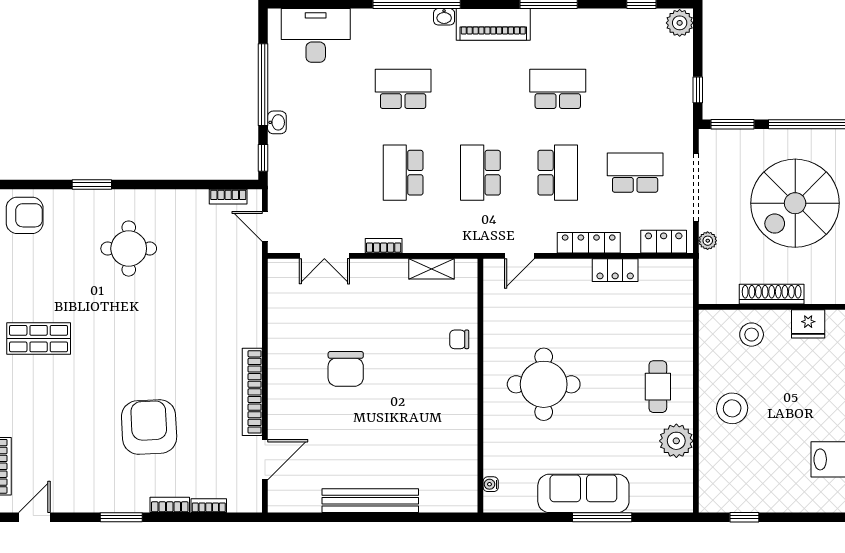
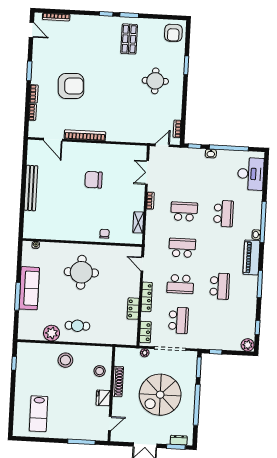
spiral stairs: (795, 203) -> (160, 395), turned -90
shop shelf: (39, 339) -> (129, 39), moved

